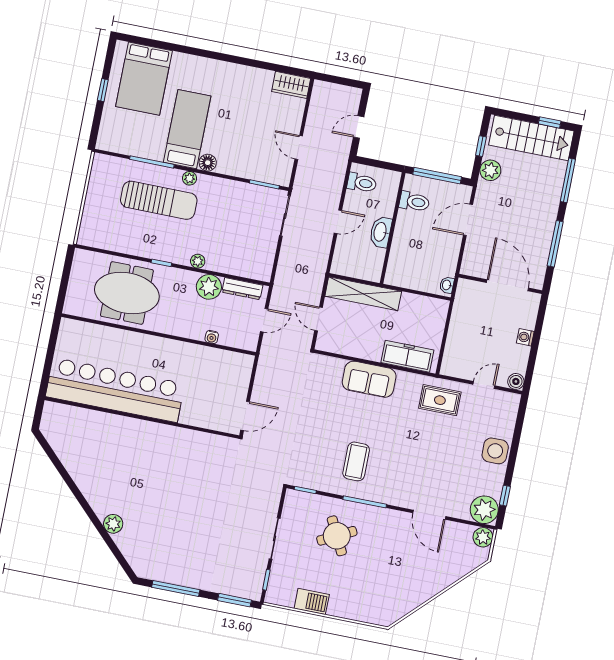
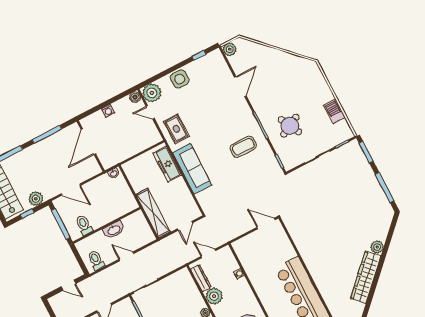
sofa: (369, 379) -> (192, 169), width x1.36
wardrobe: (89, 482) -> (366, 277), added
plant: (484, 510) -> (152, 93), moved

